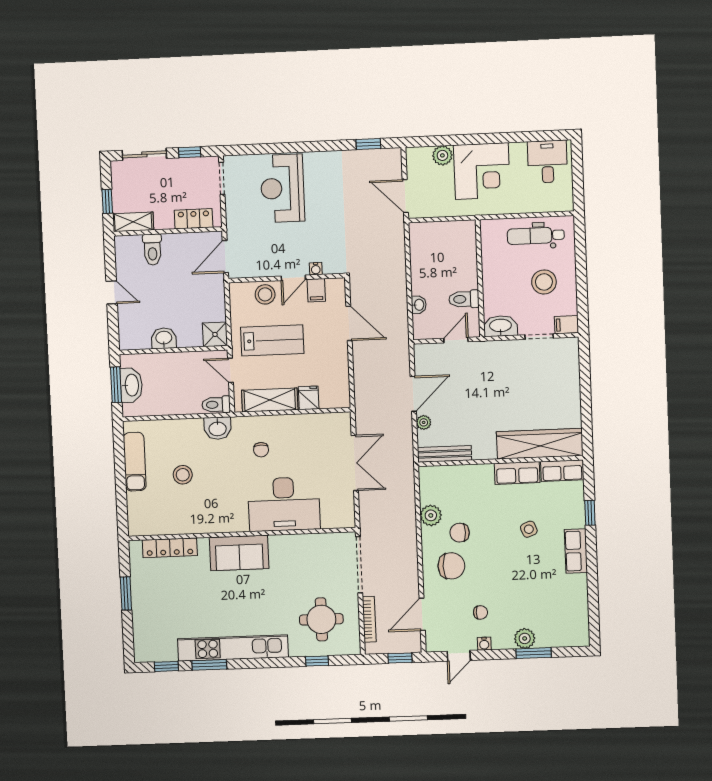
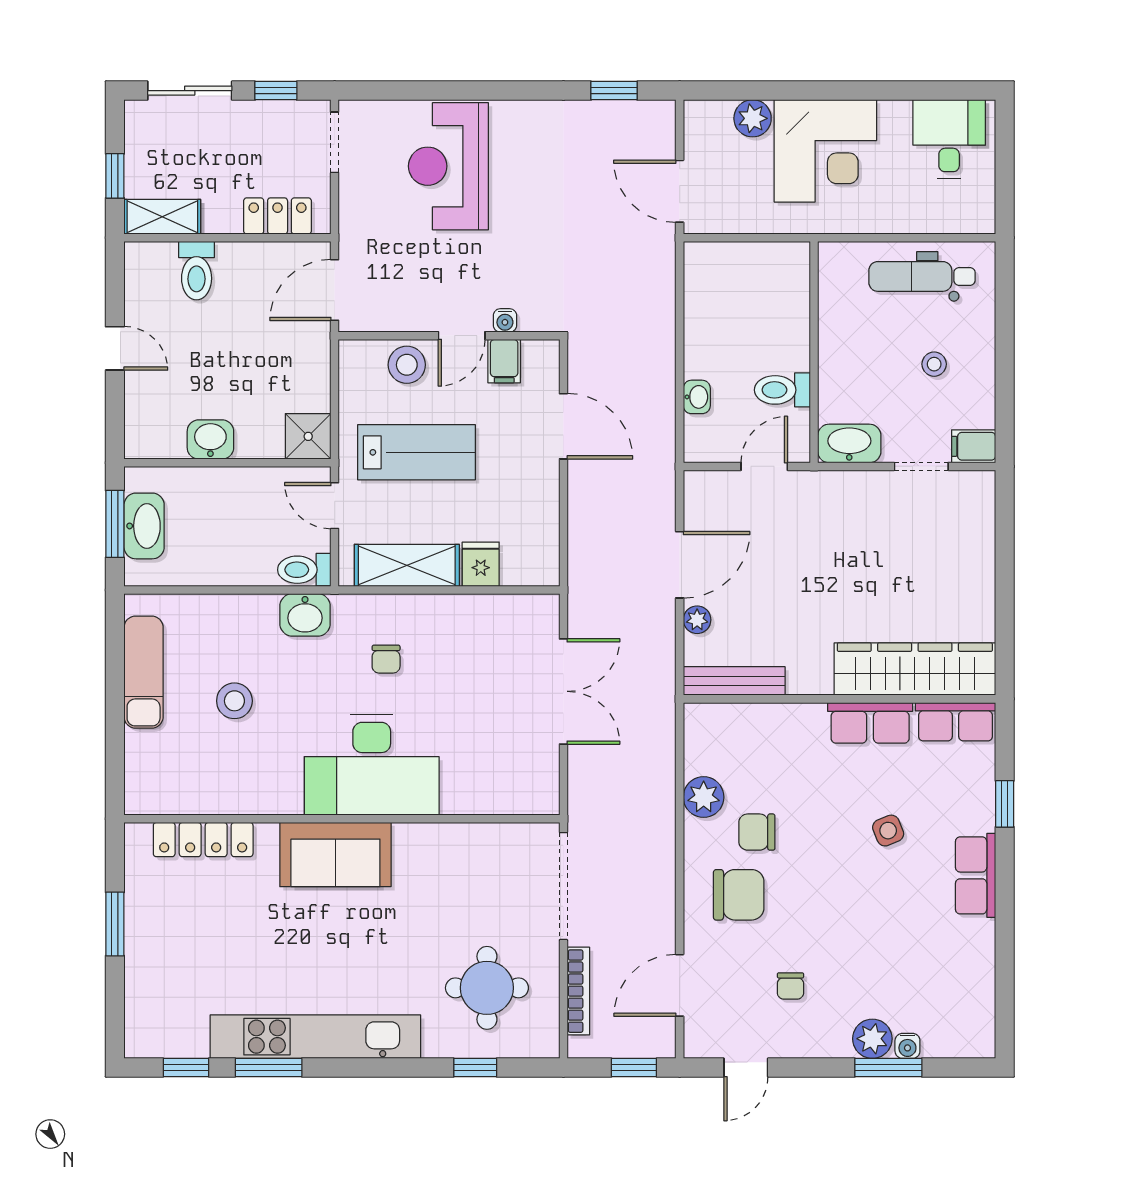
stool: (544, 282) -> (934, 364), width x0.53, depth x0.53
desk: (284, 504) -> (372, 765), moved
chair: (480, 612) -> (790, 986), turned 90
water cooler: (484, 644) -> (907, 1046), moved

